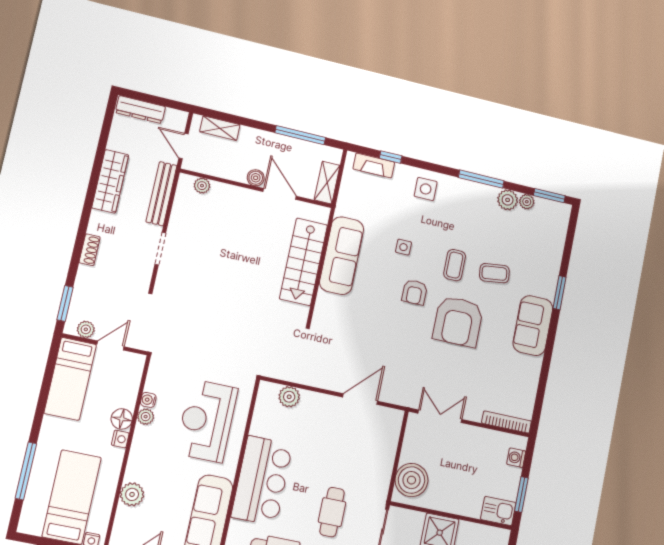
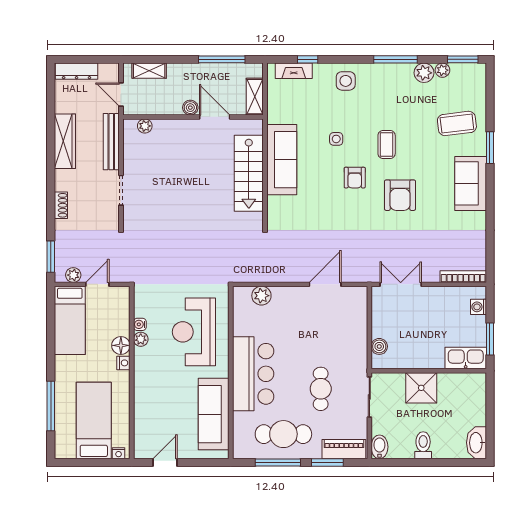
coffee table: (494, 273) -> (457, 123), moved, width x1.36, depth x1.30
armchair: (458, 321) -> (400, 195), width x0.73, depth x0.73
boiler: (411, 480) -> (379, 346), width x0.54, depth x0.54
plant: (132, 494) -> (144, 408), removed
kitchen sink: (498, 511) -> (466, 358), width x1.38

